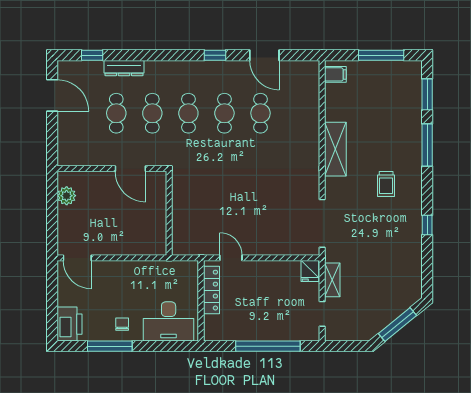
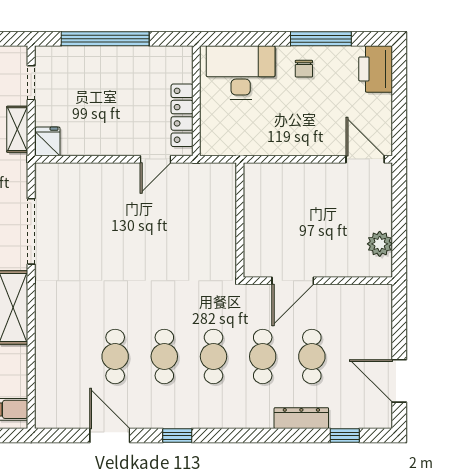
door: (130, 169) -> (293, 281), swing flipped
doorway: (322, 223) -> (31, 231), moved
door: (231, 258) -> (156, 159), hinge flipped

